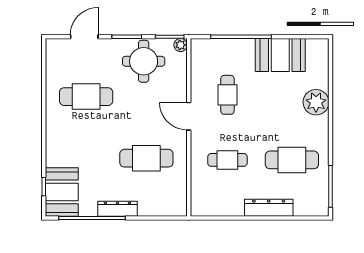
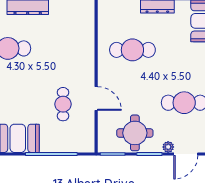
plant: (181, 45) -> (168, 147), moved
door: (189, 116) -> (96, 98), moved
cafe table: (227, 160) -> (63, 48), removed

